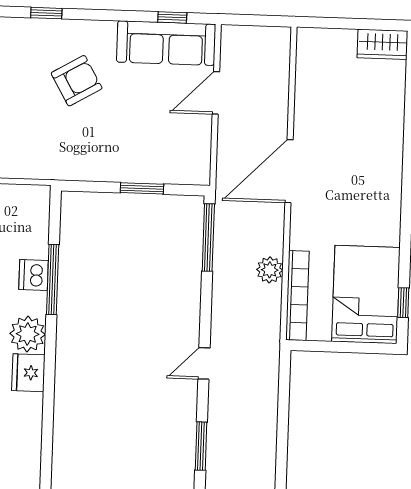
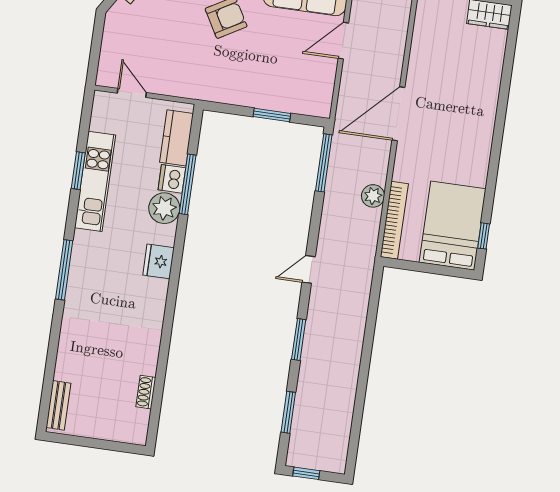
kitchen counter: (34, 227) -> (176, 138), added
plant: (28, 334) -> (164, 208), moved

